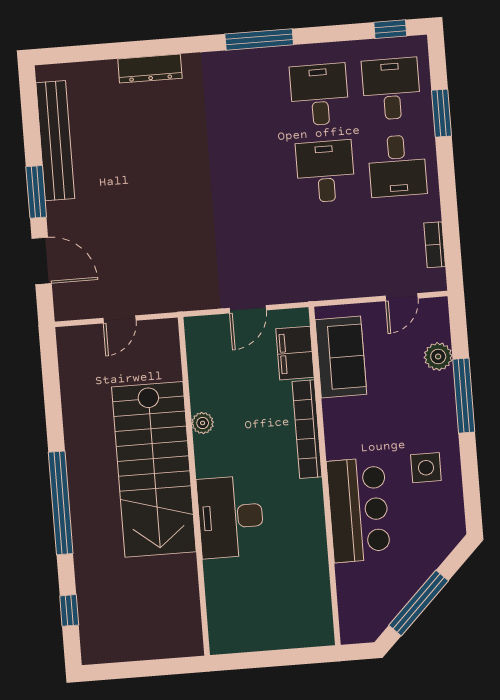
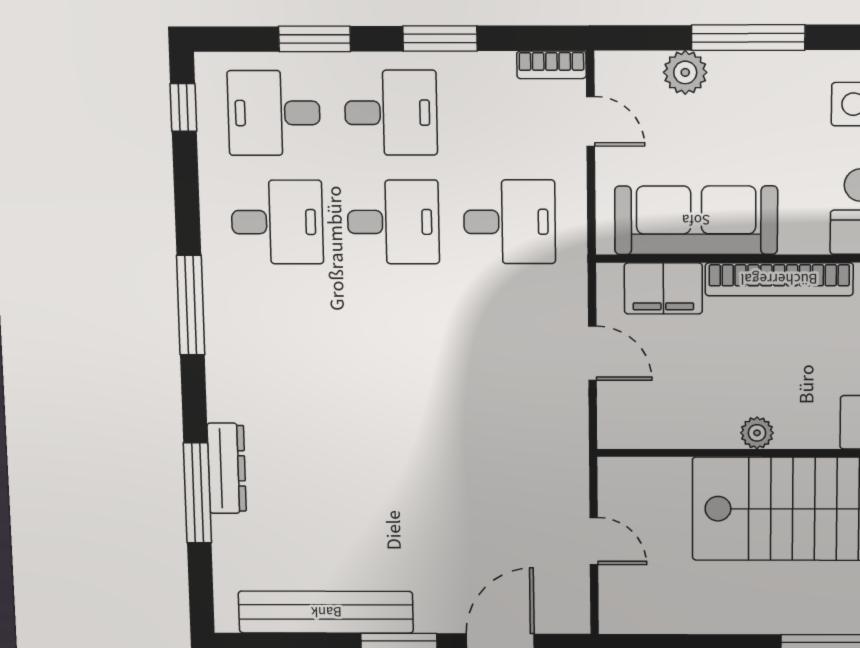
window: (131, 50) -> (197, 493), added
desk: (319, 95) -> (277, 222), turned 180
desk: (325, 171) -> (393, 222), turned 180
window: (448, 195) -> (440, 38), added
bookcase: (435, 245) -> (551, 65), moved
desk: (331, 248) -> (509, 222), added
sofa: (341, 357) -> (696, 220), width x1.36

